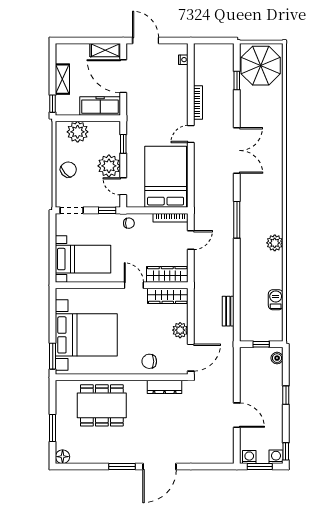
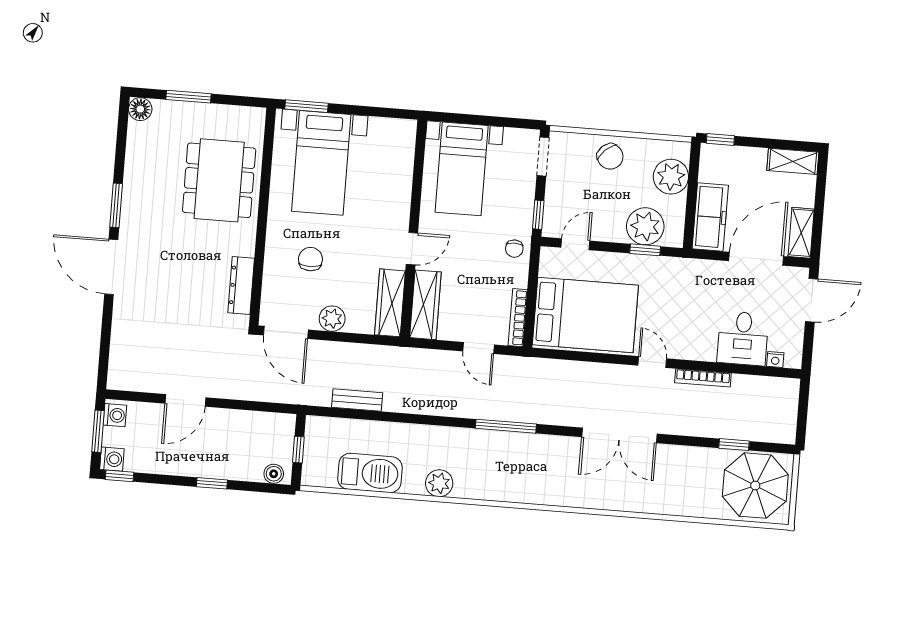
shelving: (62, 79) -> (793, 161), moved
desk: (172, 80) -> (743, 338), added
plant: (109, 166) -> (645, 226), moved
plant: (275, 243) -> (439, 483), moved
barbecue: (276, 300) -> (370, 473), width x1.88, depth x1.53
bed with nightstands: (86, 335) -> (321, 163), width x0.73
chair: (149, 361) -> (310, 259), moved

